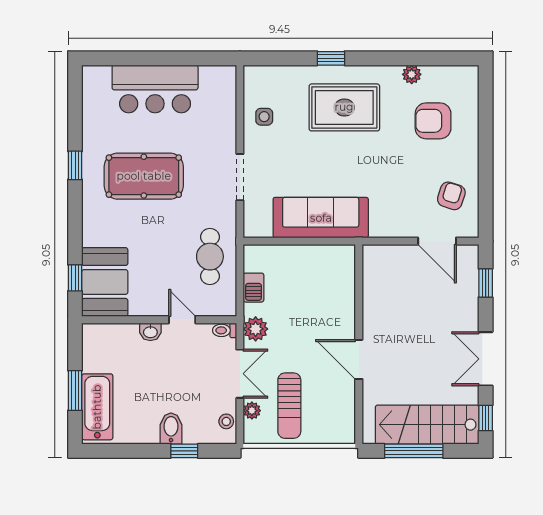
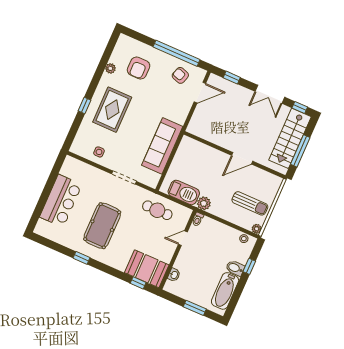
window: (486, 173) -> (176, 53), added
barbecue: (254, 288) -> (184, 192), width x1.88, depth x1.53
washbasin: (150, 332) -> (174, 275), moved
double door: (240, 374) -> (223, 221), removed
bathtub: (97, 407) -> (225, 291), moved, turned -90
plant: (252, 411) -> (257, 229), moved

